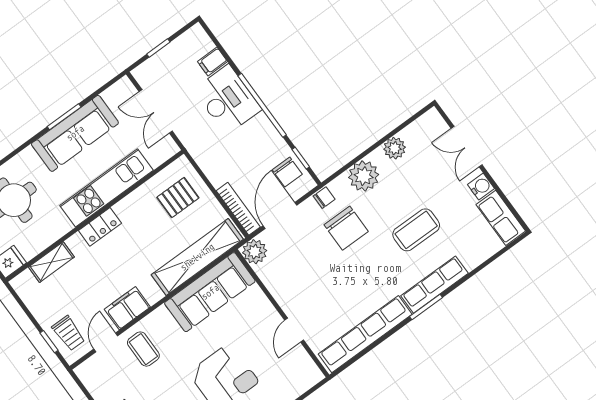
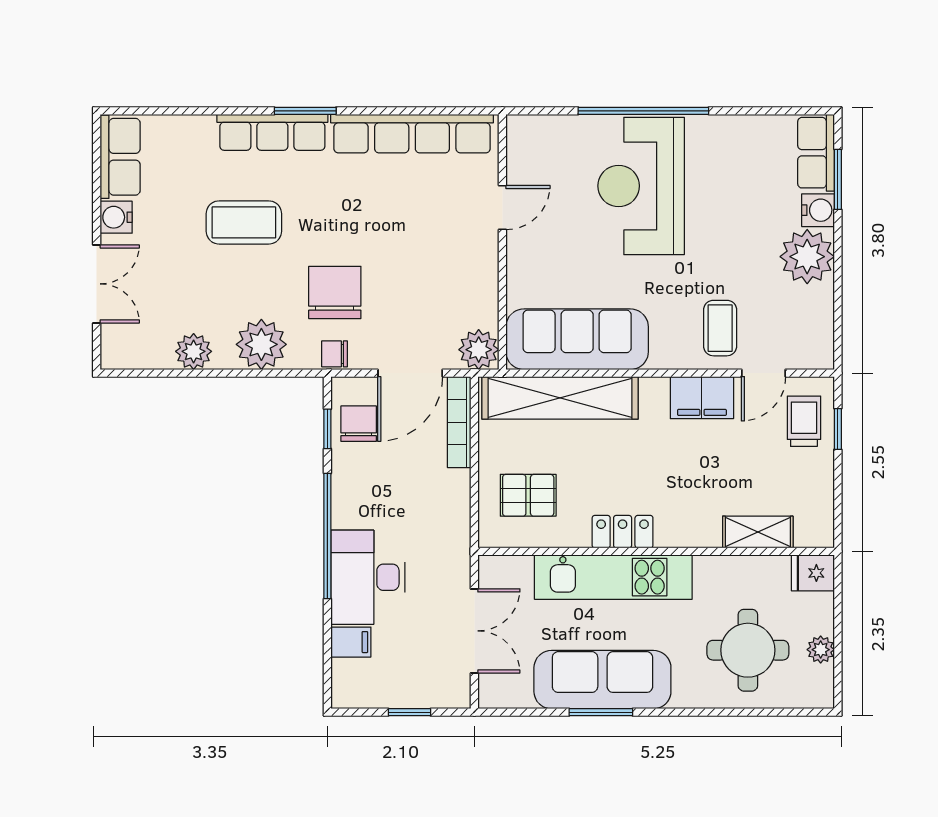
locker: (100, 227) -> (623, 532), moved

